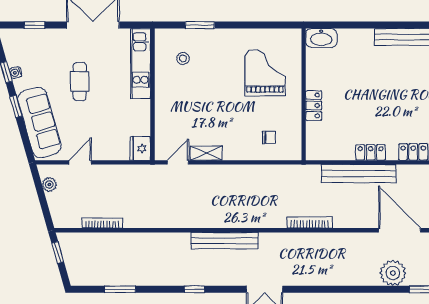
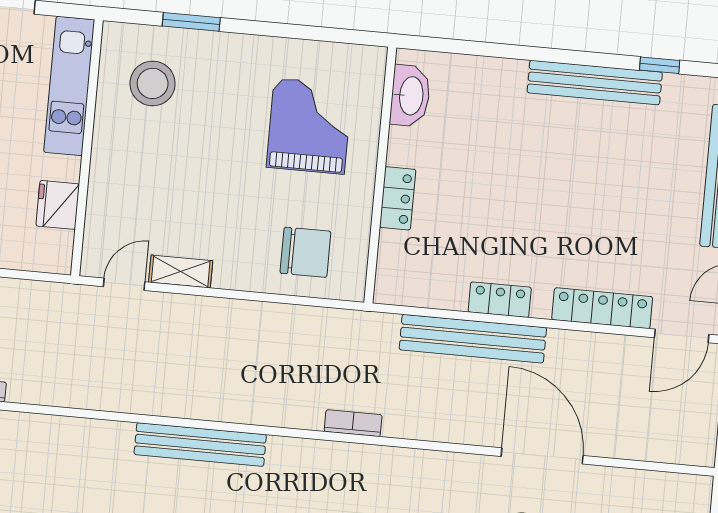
washbasin: (321, 38) -> (410, 96), moved, turned -90
stool: (183, 58) -> (153, 83), width x1.89, depth x1.89
chair: (269, 137) -> (305, 252), width x1.87, depth x1.87
fridge: (140, 148) -> (58, 205), moved
bookcase: (310, 222) -> (353, 423), width x0.64

